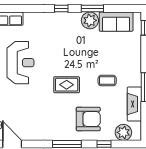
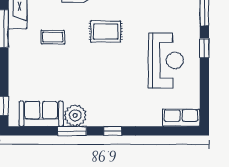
reception desk: (20, 63) -> (166, 60), turned 180

